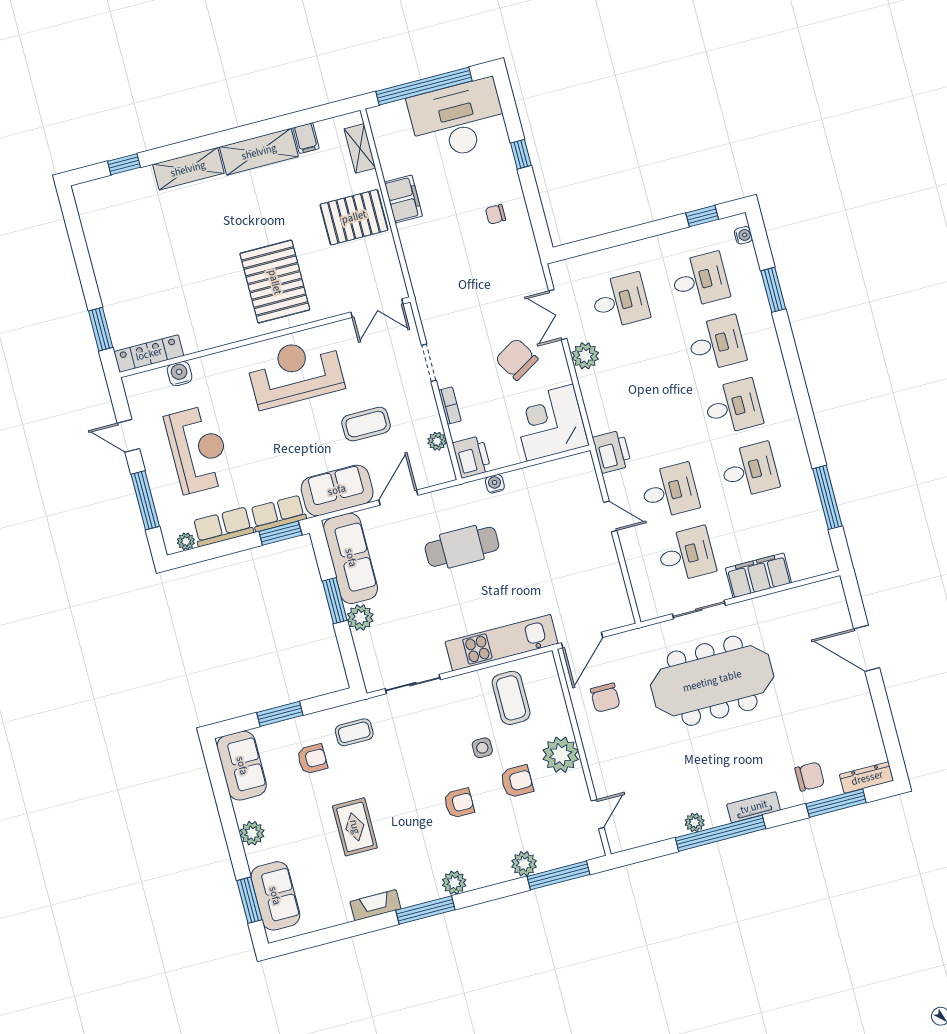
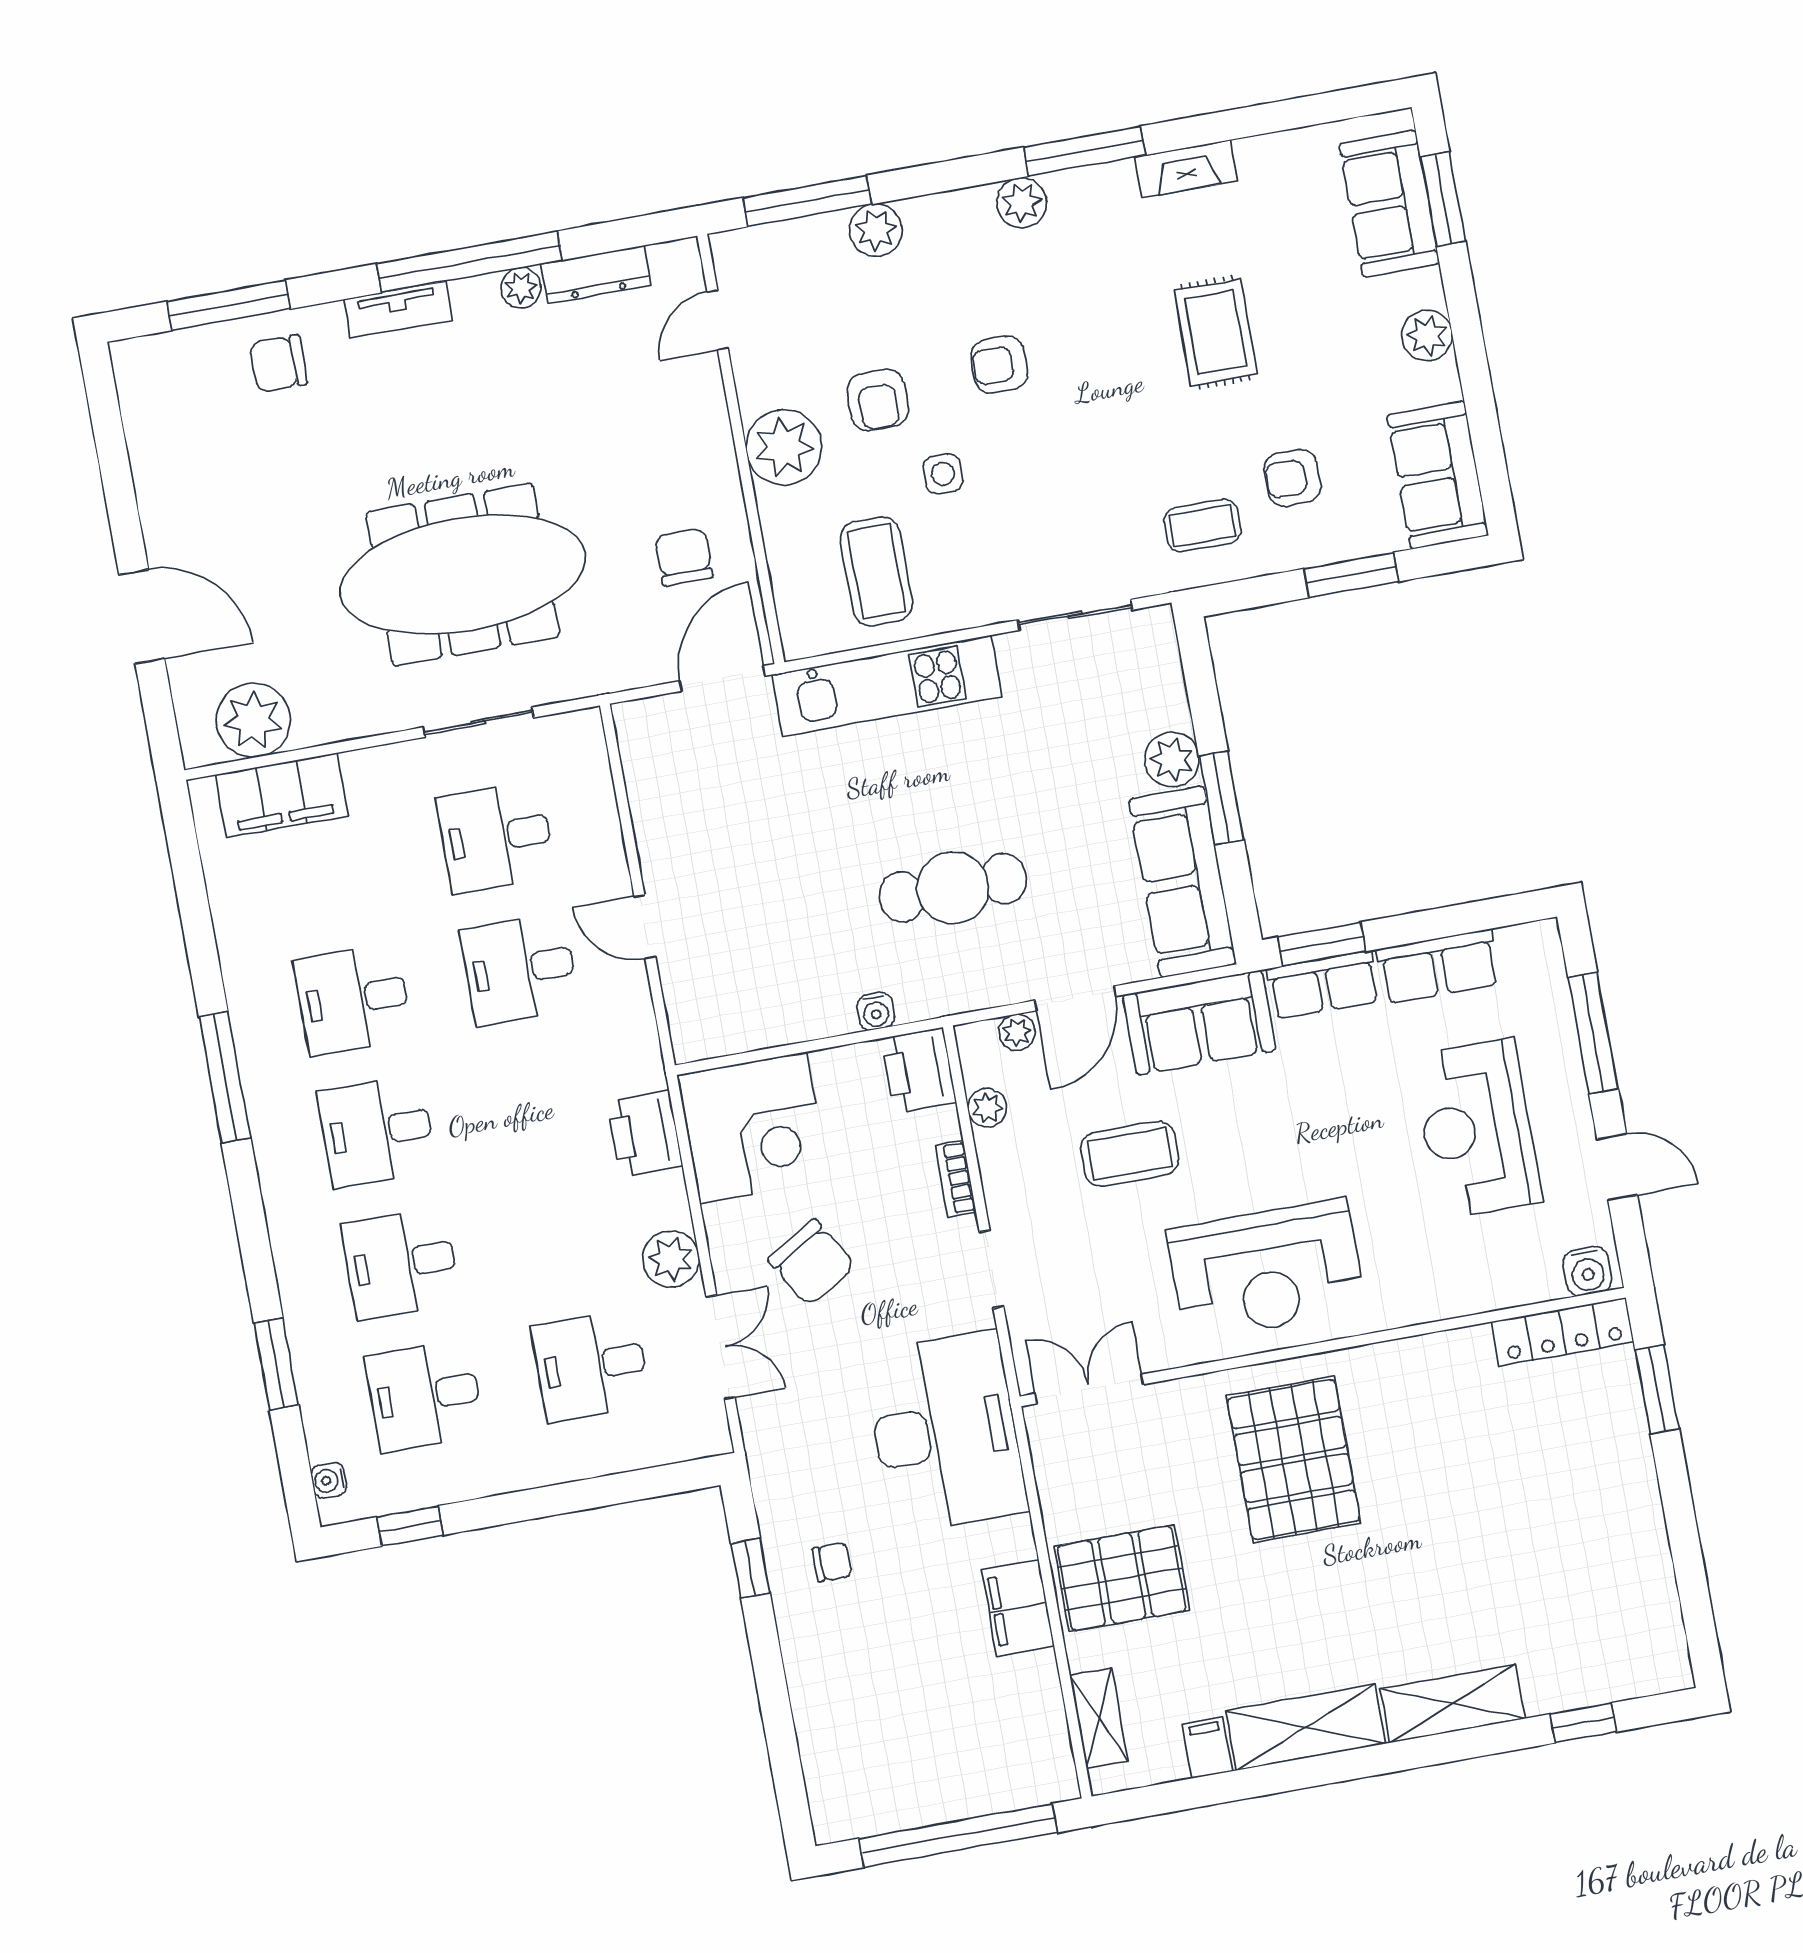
desk: (458, 120) -> (945, 1432), moved, turned -90
window: (521, 154) -> (750, 1568), moved
water cooler: (180, 374) -> (1587, 1271), moved
printer: (612, 452) -> (645, 1134), moved
window: (827, 497) -> (225, 1077), moved
plant: (186, 541) -> (1017, 1032), moved
filing cabinet: (758, 575) -> (282, 795), moved
plant: (809, 602) -> (253, 720), added
dresser: (867, 778) -> (596, 275), moved
armchair: (517, 781) -> (878, 400), turned -90

